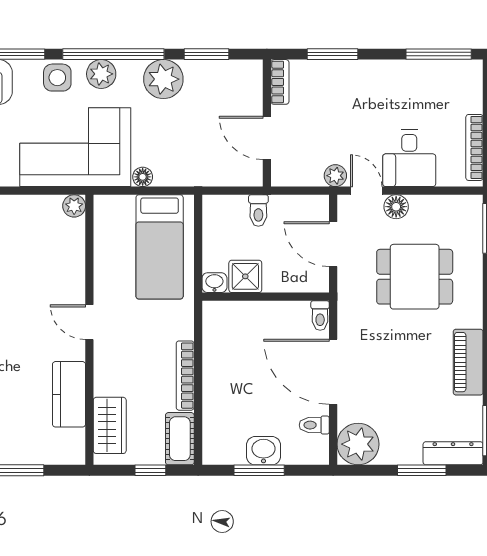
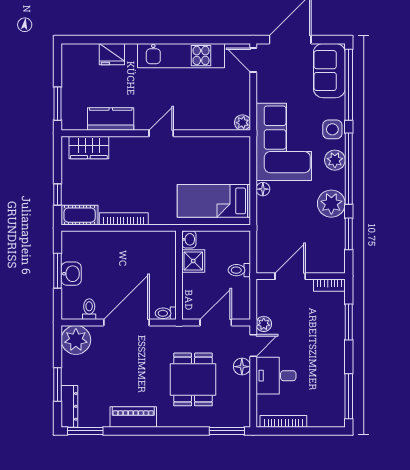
plant: (74, 206) -> (243, 123), moved
door: (89, 322) -> (161, 133), moved
wall: (89, 330) -> (156, 133), moved
kitchen counter: (69, 394) -> (111, 119), moved
wardrobe: (110, 425) -> (89, 148), moved

